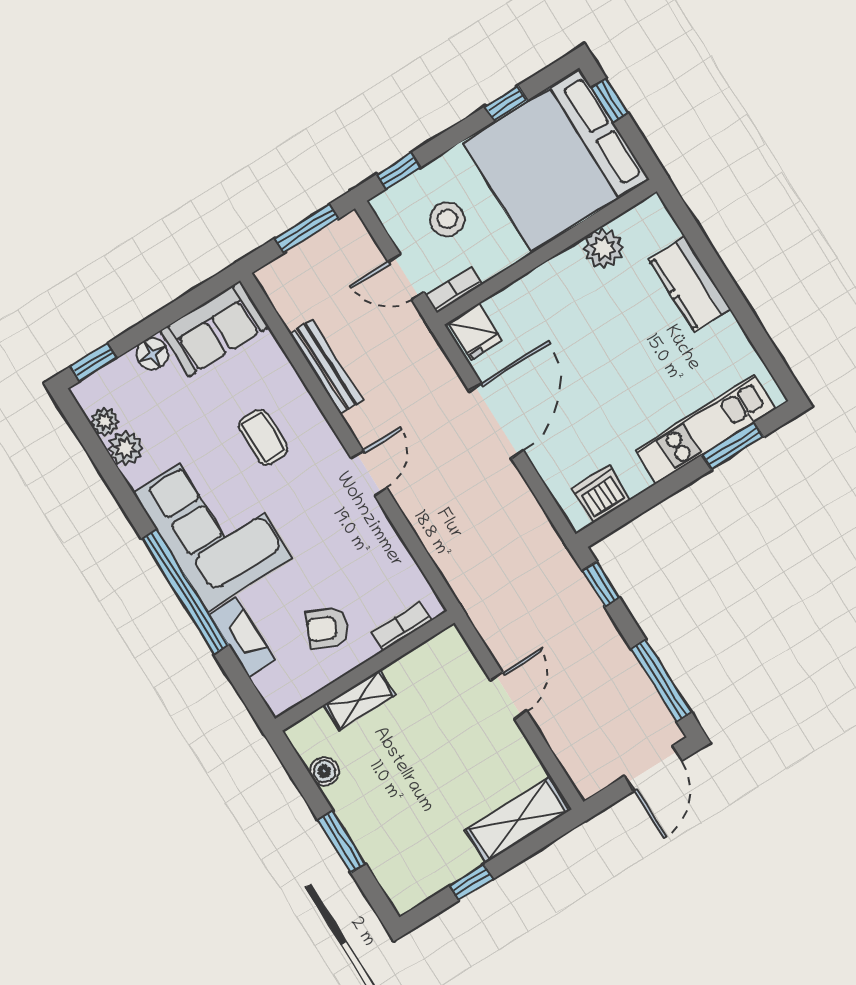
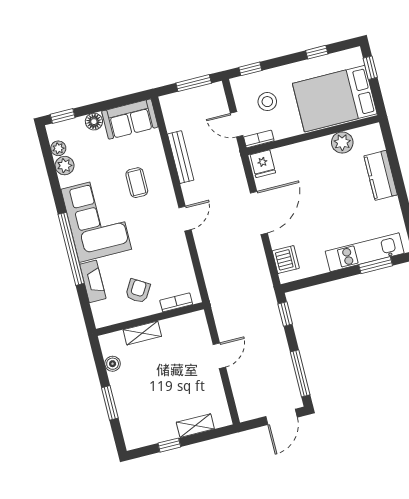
bed: (556, 161) -> (335, 99), width x0.73
dishwasher: (601, 494) -> (286, 260), moved, turned 90
armchair: (327, 628) -> (138, 291), turned 97
shelving: (517, 820) -> (195, 426), width x0.67, depth x0.75

